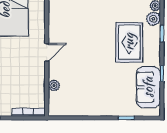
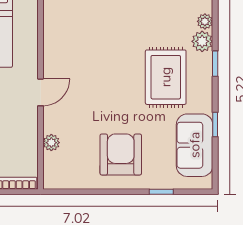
armchair: (100, 93) -> (121, 154), added

